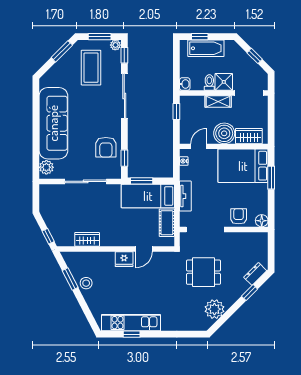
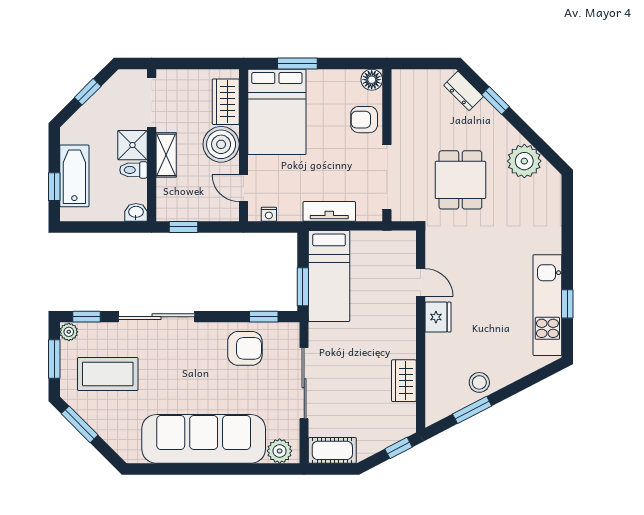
cot: (167, 223) -> (332, 450), moved

